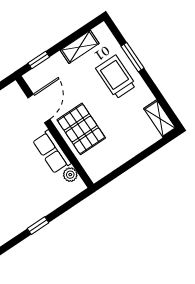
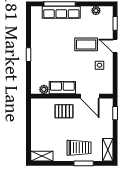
shelving: (80, 47) -> (108, 150), moved
pallet: (81, 129) -> (64, 111), width x0.67, depth x0.71

